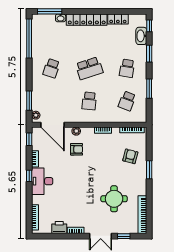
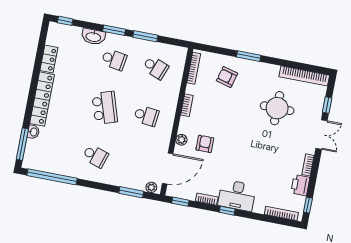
washbasin: (141, 36) -> (93, 37), moved
window: (149, 54) -> (114, 30), moved
window: (45, 236) -> (308, 205), added

